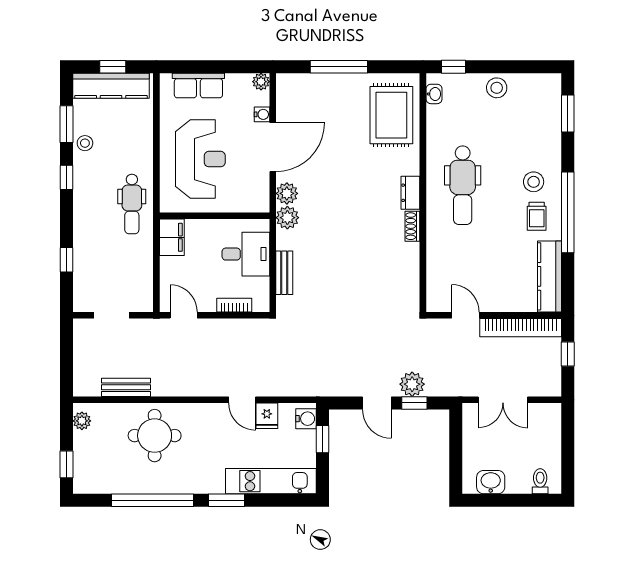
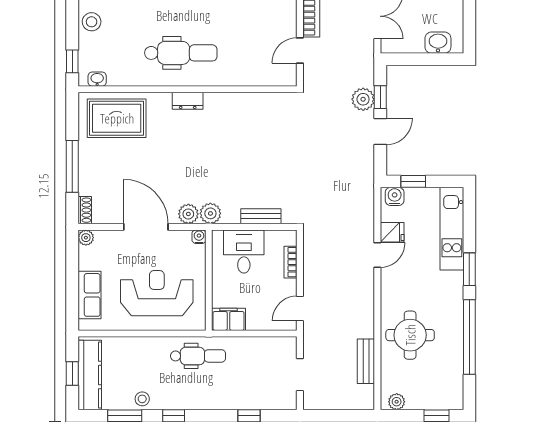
water cooler: (262, 114) -> (199, 237), moved
shoe rack: (412, 226) -> (85, 210), moved, turned -90
washbasin: (491, 482) -> (438, 43), moved, turned 90

